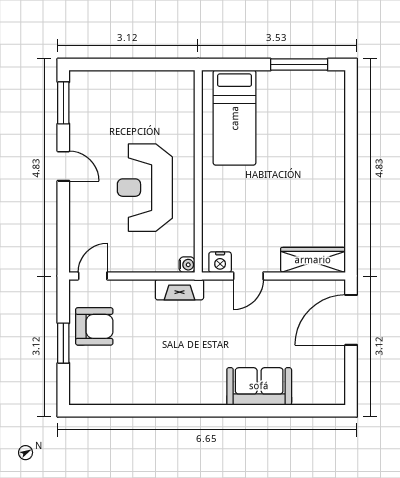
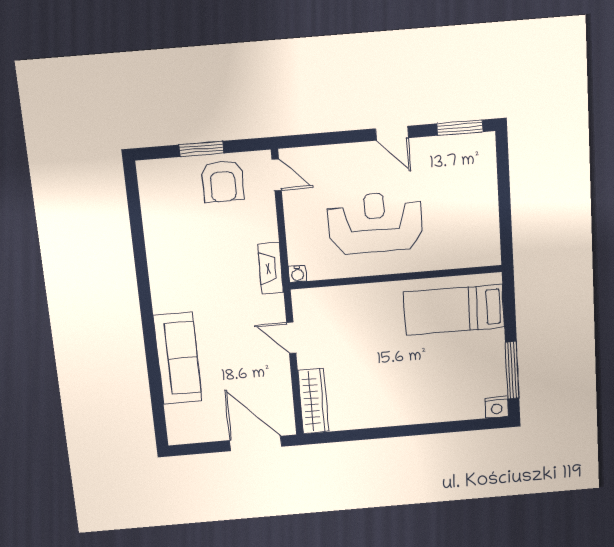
door: (63, 166) -> (392, 133), hinge flipped
nightstand: (220, 262) -> (497, 407), moved, turned -90
sofa: (259, 386) -> (178, 358), width x1.36

